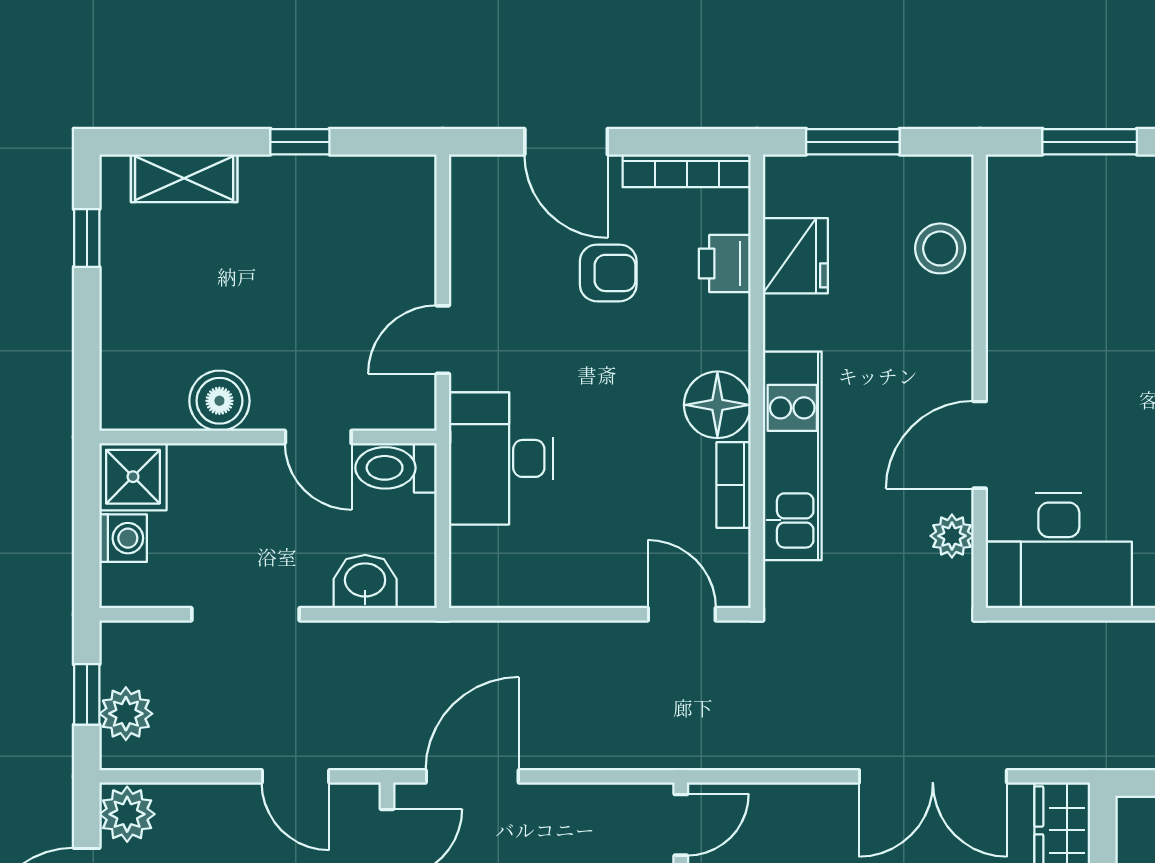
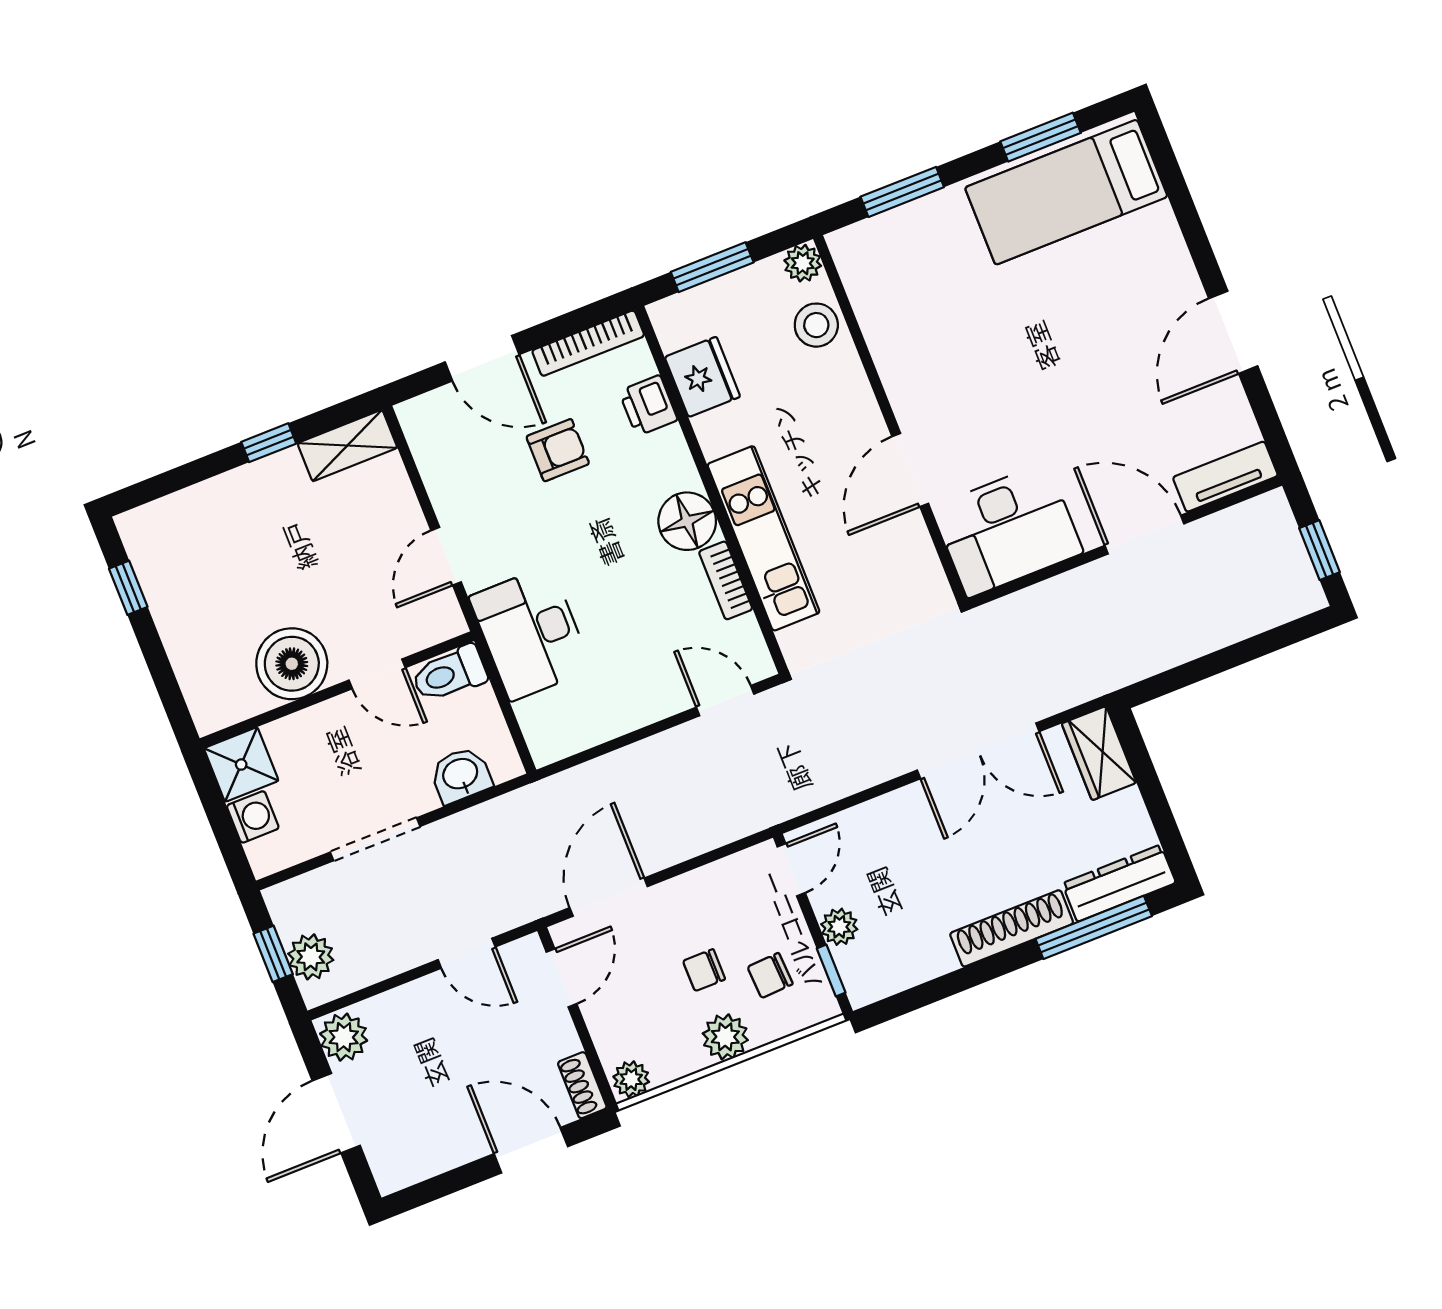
shelving: (184, 178) -> (347, 446), moved
boiler: (219, 401) -> (292, 664), width x1.37, depth x1.37
plant: (952, 536) -> (803, 263), moved

